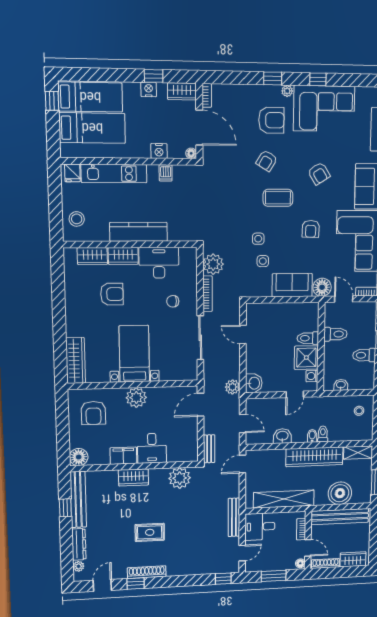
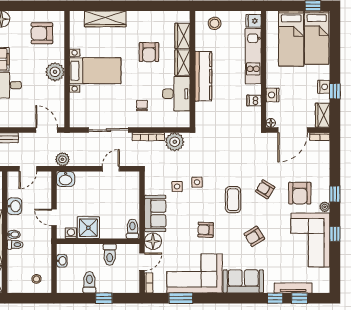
toilet: (308, 338) -> (132, 229), moved
wardrobe: (76, 361) -> (105, 19), moved

